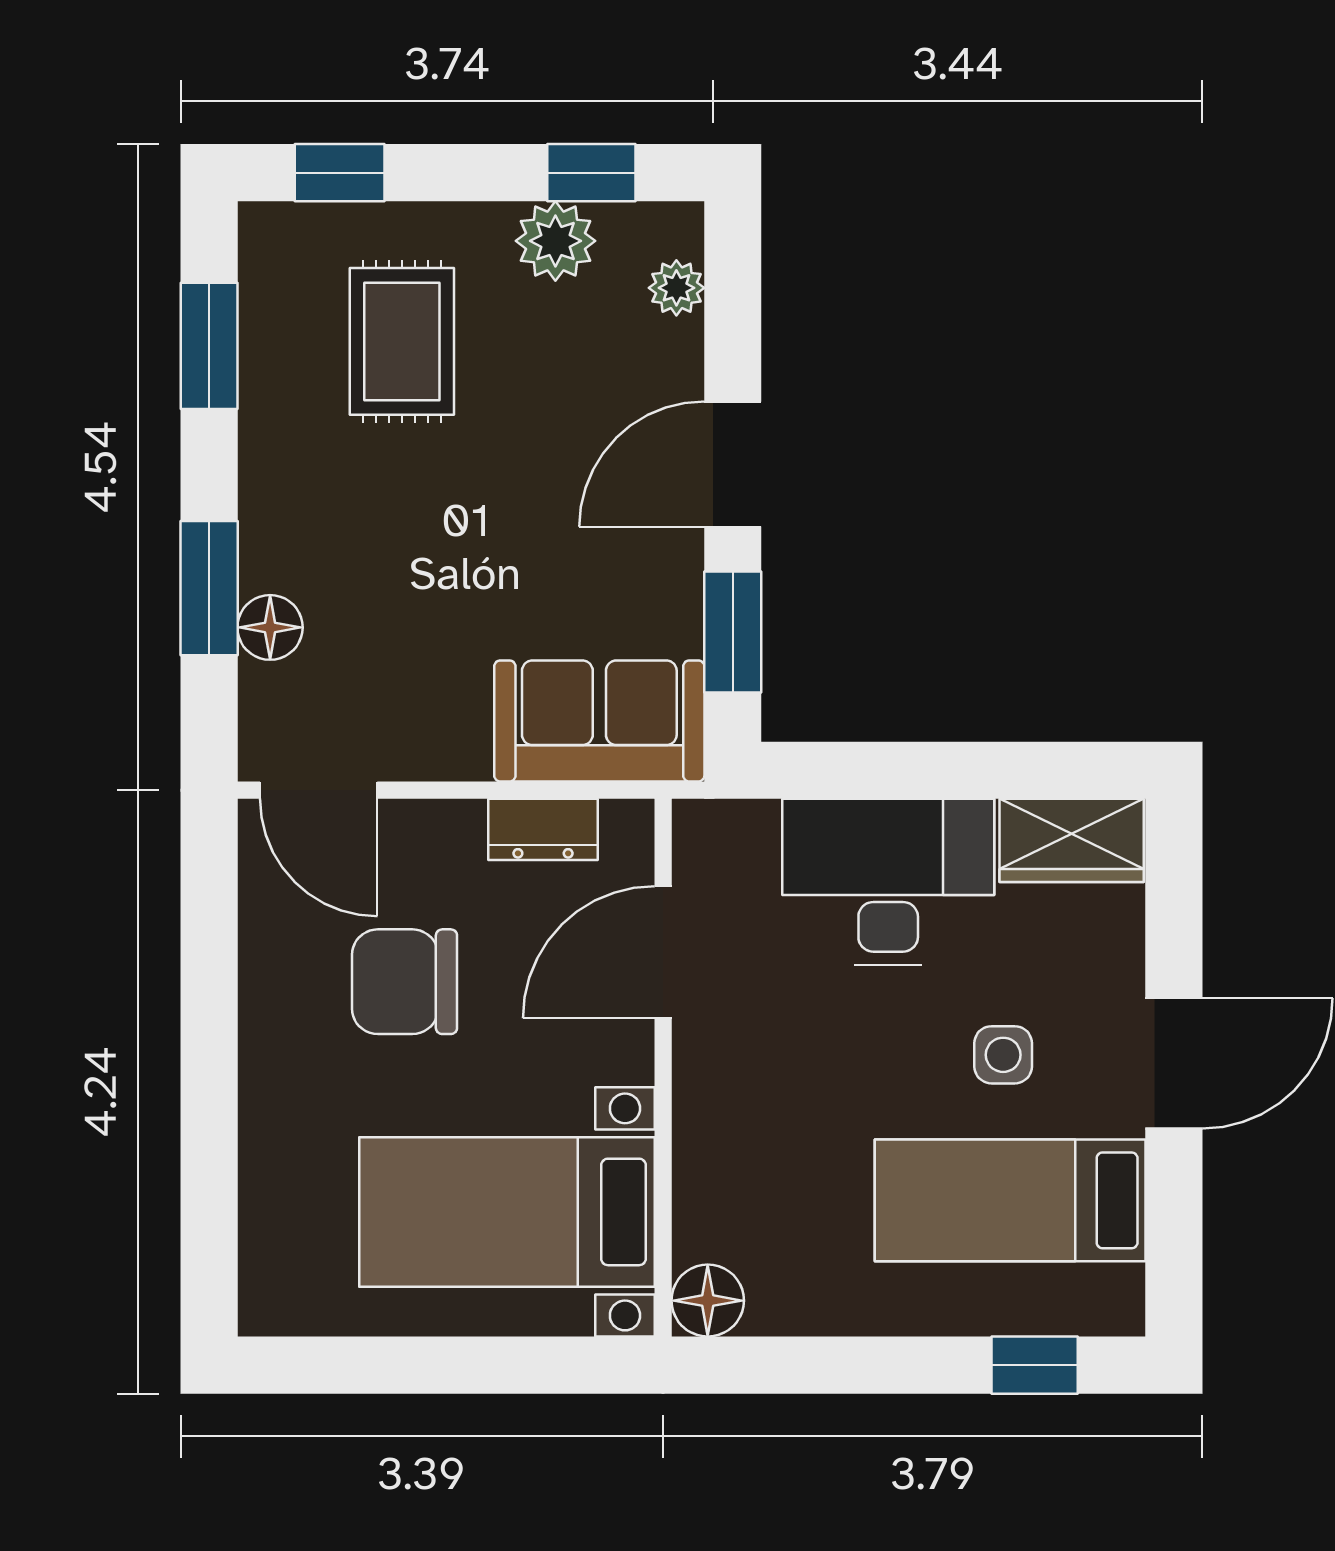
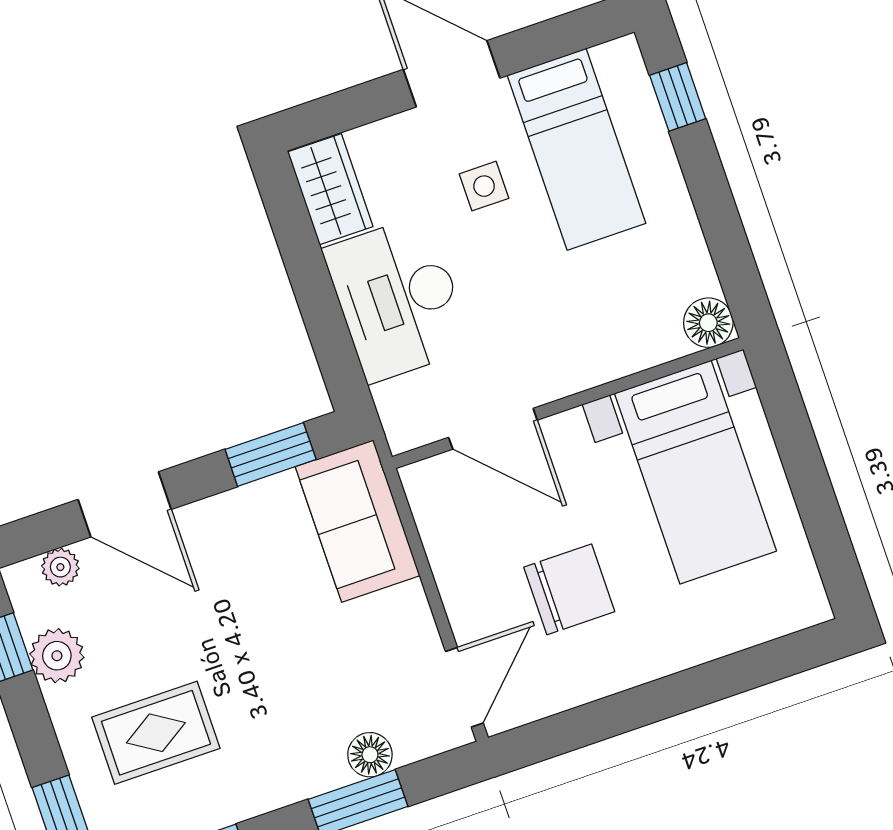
door: (733, 464) -> (125, 504), moved
dresser: (543, 829) -> (440, 534), removed
chair: (404, 982) -> (569, 589), turned -90

